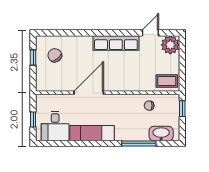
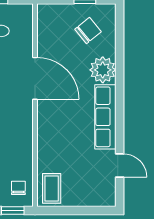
plant: (170, 45) -> (103, 70), moved
chair: (149, 106) -> (18, 188), moved

